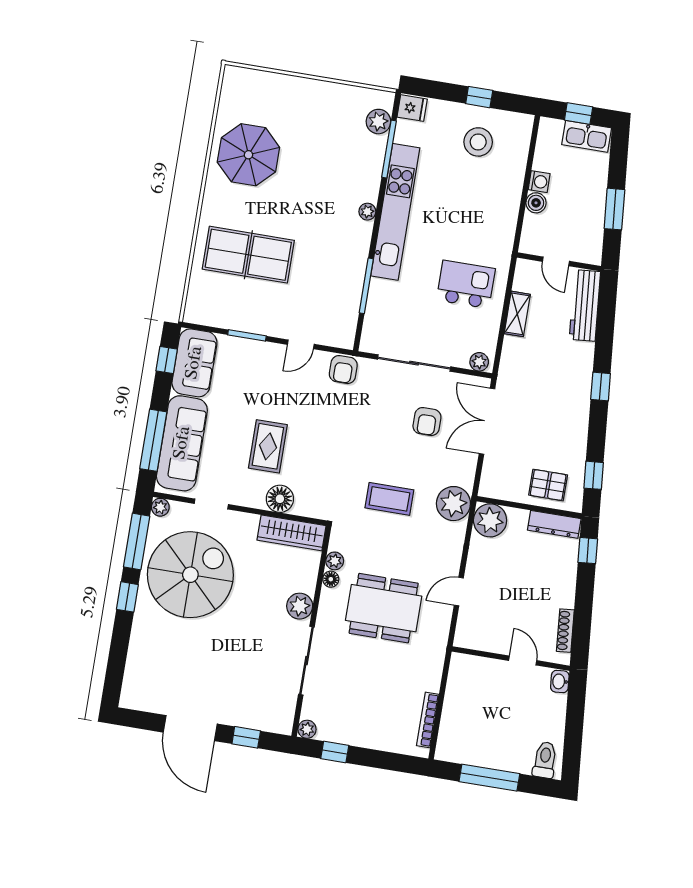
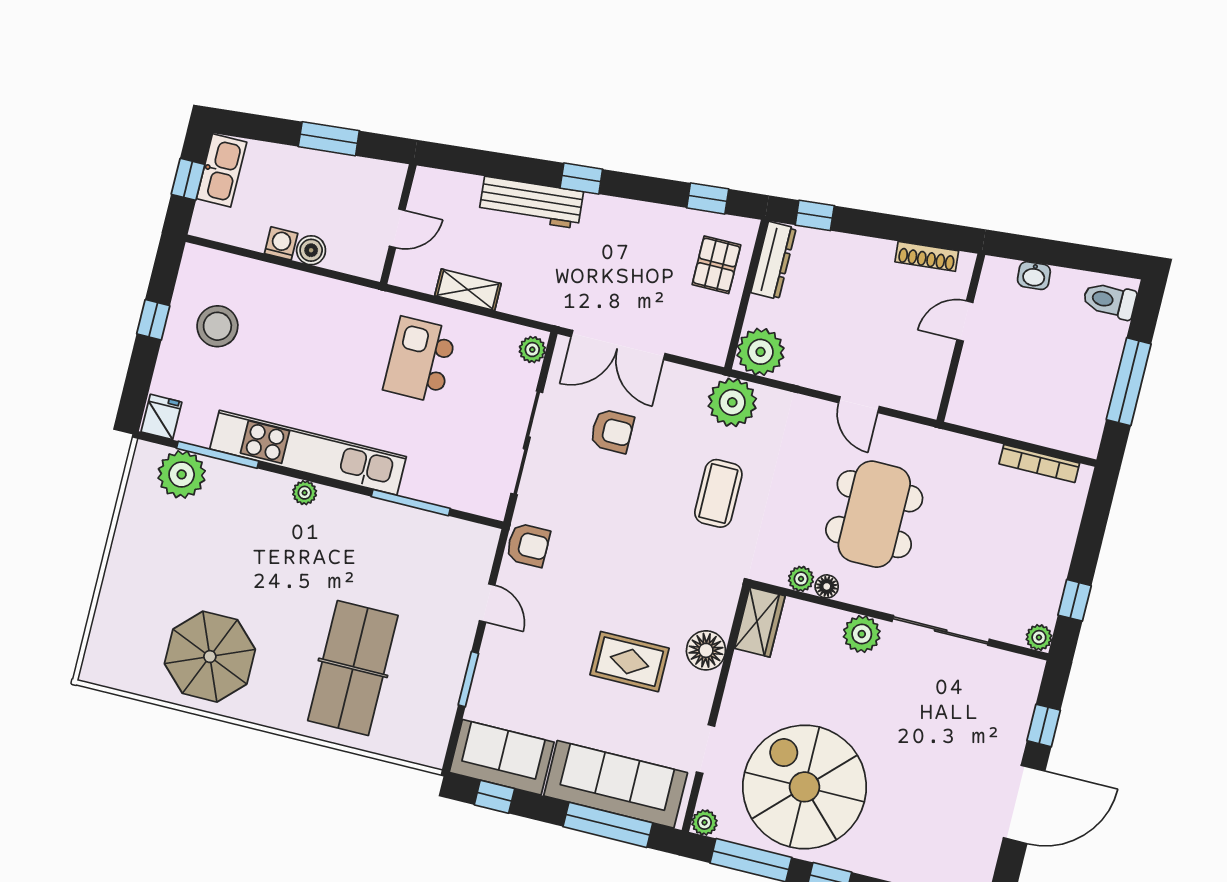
plant: (378, 122) -> (182, 474), width x1.36, depth x1.36
workbench: (585, 305) -> (531, 203), moved
wardrobe: (292, 533) -> (760, 622), width x0.67
washbasin: (560, 682) -> (1034, 276), moved

